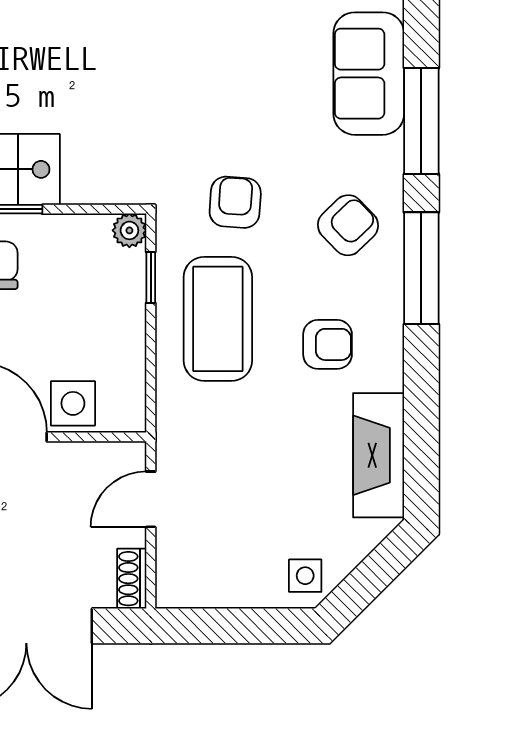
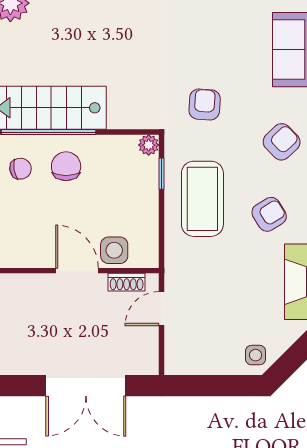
armchair: (235, 202) -> (205, 105), moved
armchair: (328, 344) -> (269, 214), turned -32
shoe rack: (132, 579) -> (127, 282), moved, turned -90

